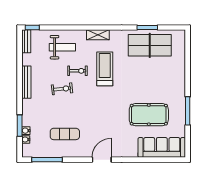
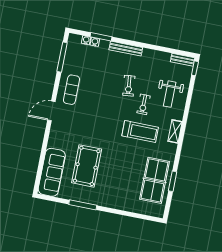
bench: (26, 82) -> (126, 49), moved
exercise mat: (65, 134) -> (72, 90), moved
door: (102, 160) -> (51, 111), swing flipped

